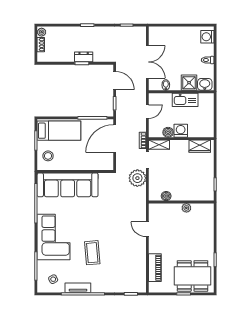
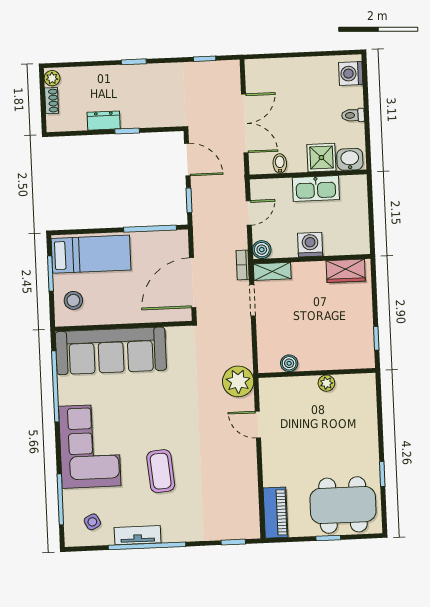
dresser: (84, 57) -> (104, 121), moved
boiler: (168, 132) -> (262, 250), moved
door: (115, 139) -> (193, 283), moved
plant: (137, 178) -> (238, 381), moved
piano: (155, 268) -> (275, 513), moved

